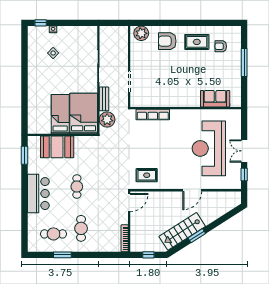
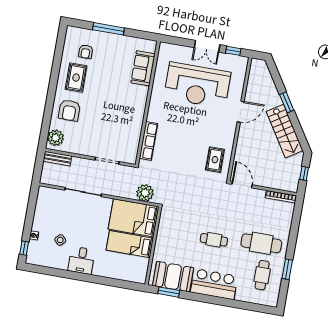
desk: (39, 75) -> (81, 260), added
bench: (104, 99) -> (57, 159), moved
booth: (57, 147) -> (173, 277), moved, turned 90
door: (192, 190) -> (241, 112), hinge flipped
cafe table: (81, 228) -> (261, 243), width x1.37, depth x1.35
window: (197, 236) -> (287, 102), moved

